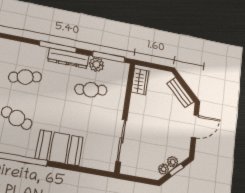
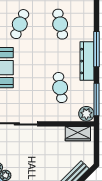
plant: (97, 64) -> (86, 114), moved

